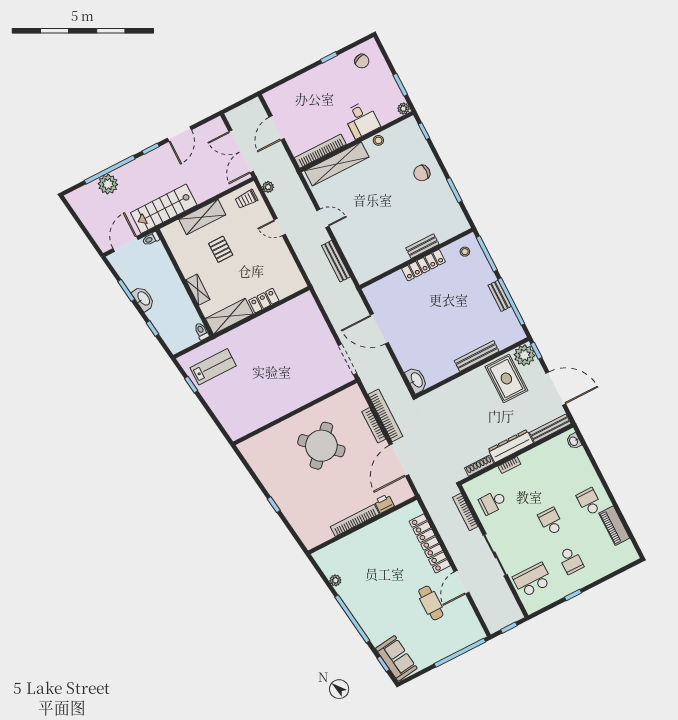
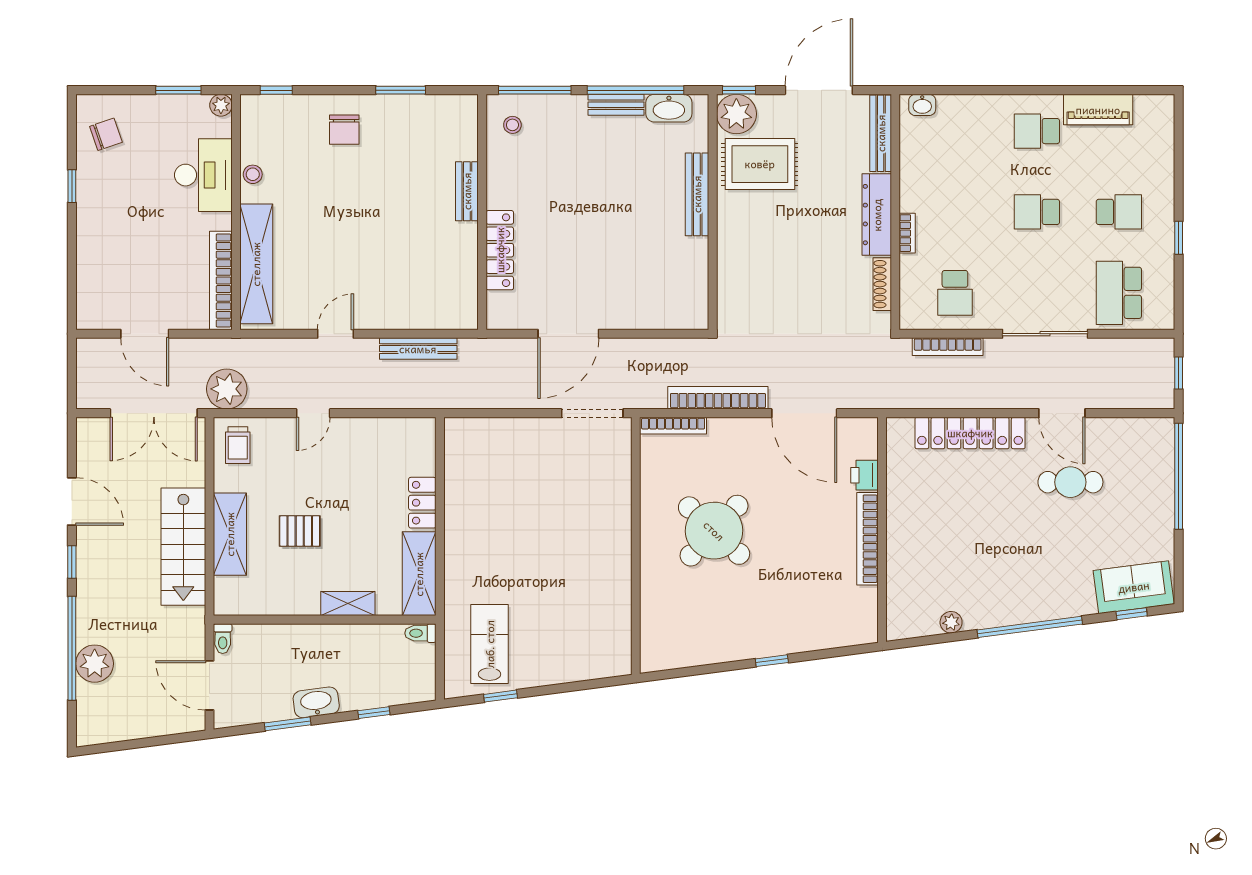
desk: (361, 120) -> (203, 175), width x1.37
plant: (268, 187) -> (227, 389), width x1.88, depth x1.88
stairs: (164, 209) -> (183, 547), moved
locker: (424, 265) -> (500, 250), moved
washbasin: (416, 380) -> (669, 108), moved, turned 180
bookcase: (374, 425) -> (673, 426), moved

